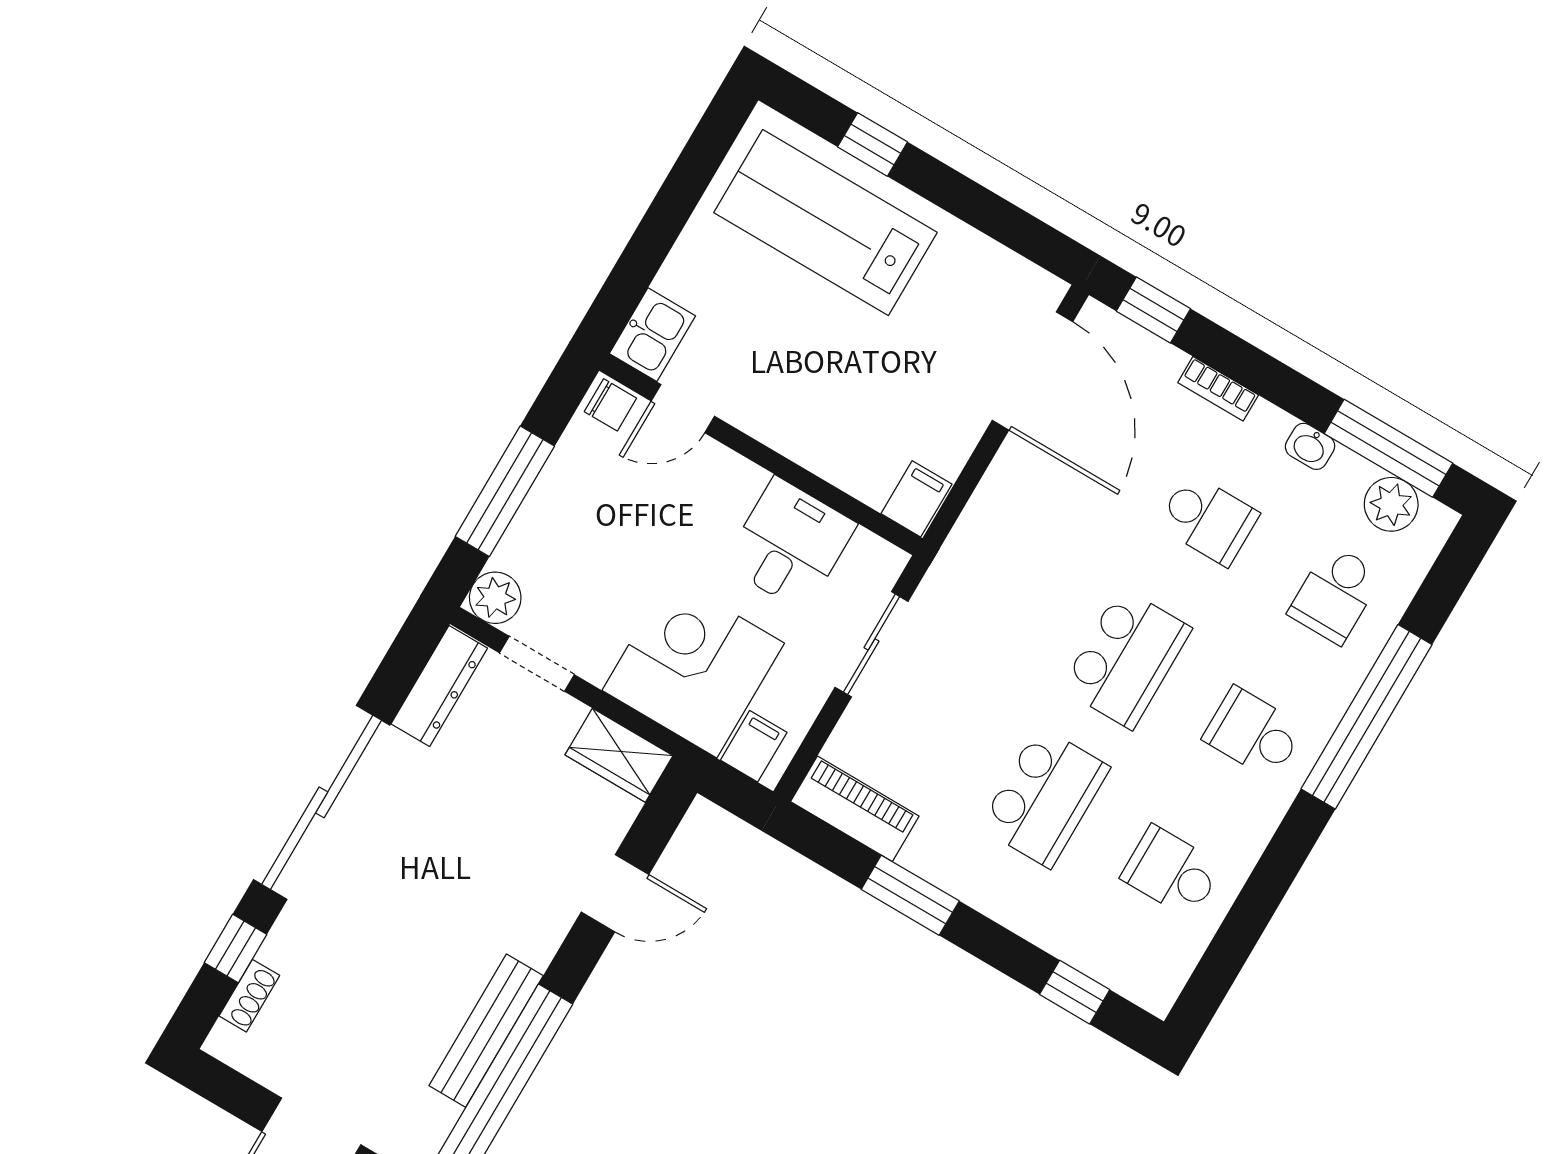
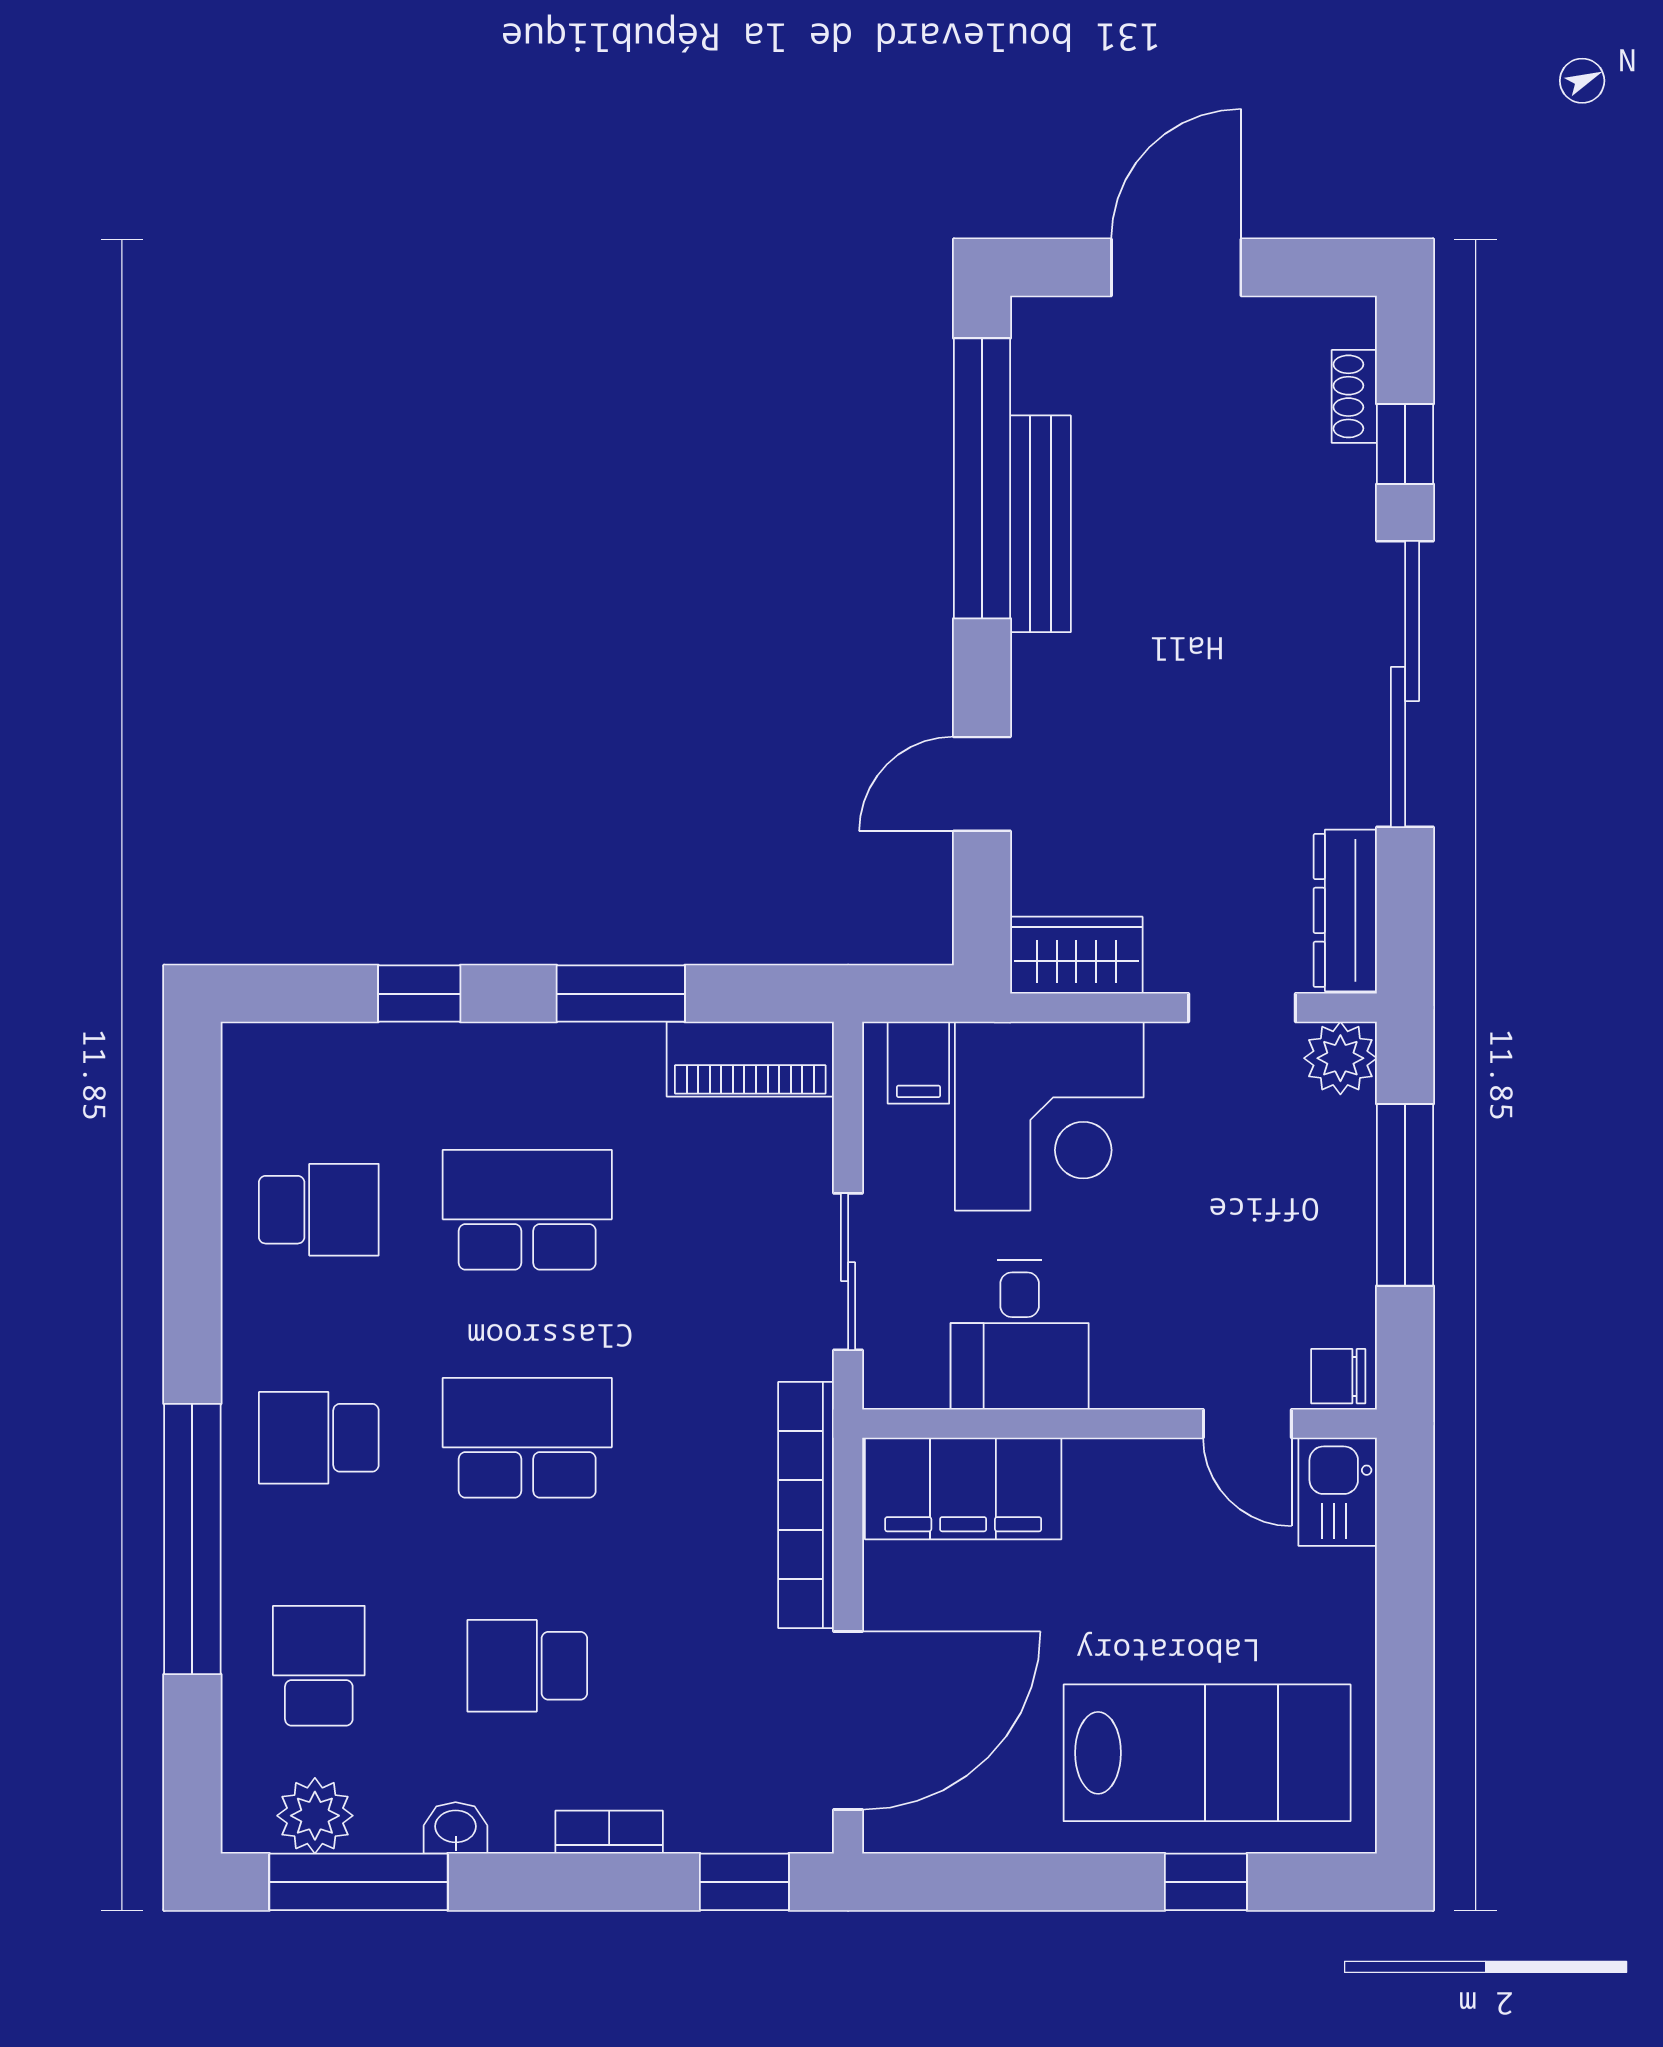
door: (1033, 371) -> (848, 1721), swing flipped
door: (683, 409) -> (1247, 1424), swing flipped
filing cabinet: (916, 499) -> (963, 1489), width x3.00, depth x1.17
bookcase: (981, 517) -> (806, 1505), added
school desk: (1126, 658) -> (527, 1438), turned 90
school desk: (1253, 733) -> (319, 1438), turned 180
school desk: (1045, 797) -> (527, 1210), turned 90
window: (1075, 992) -> (419, 994), moved

